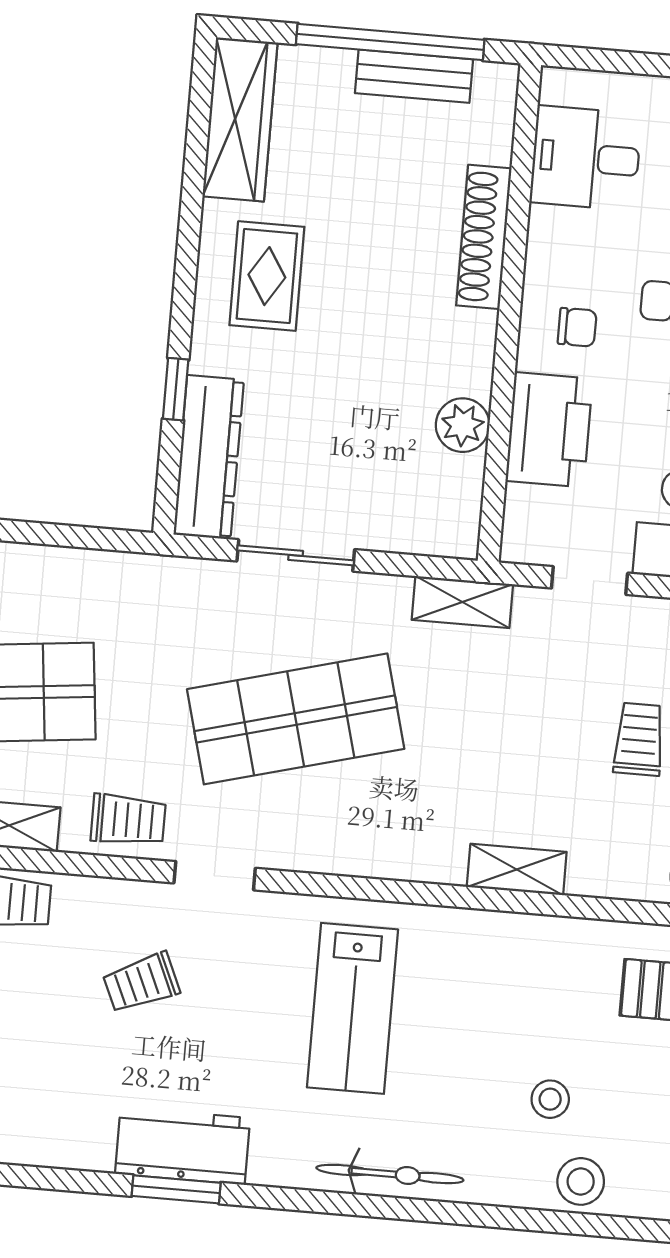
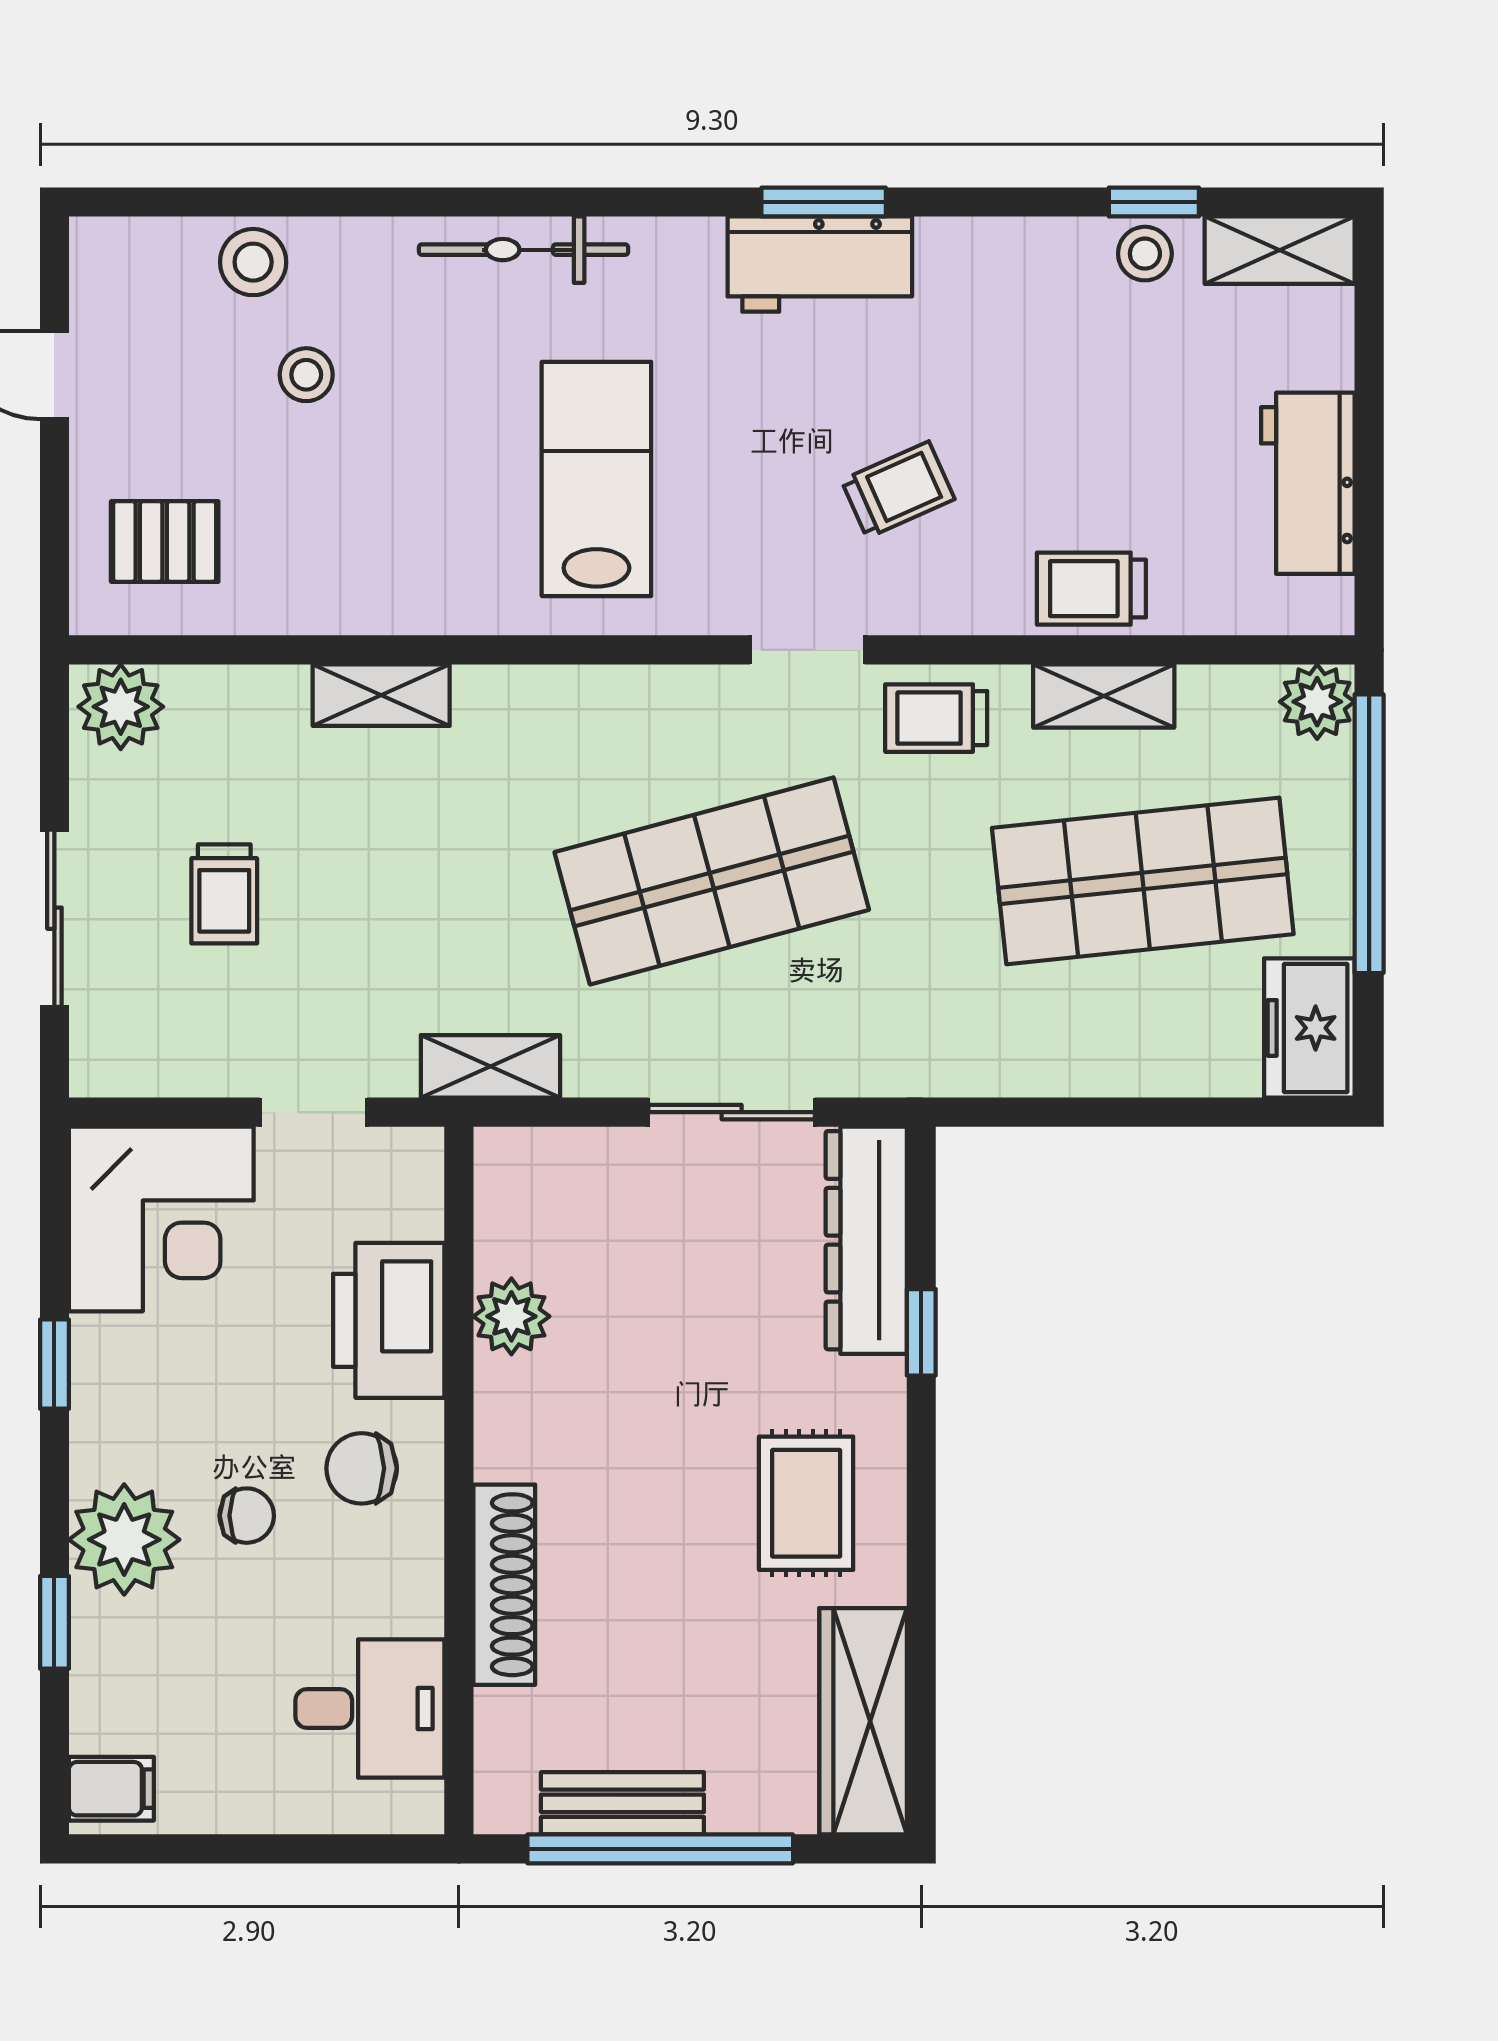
chair: (577, 327) -> (362, 1468), width x1.37, depth x1.37

